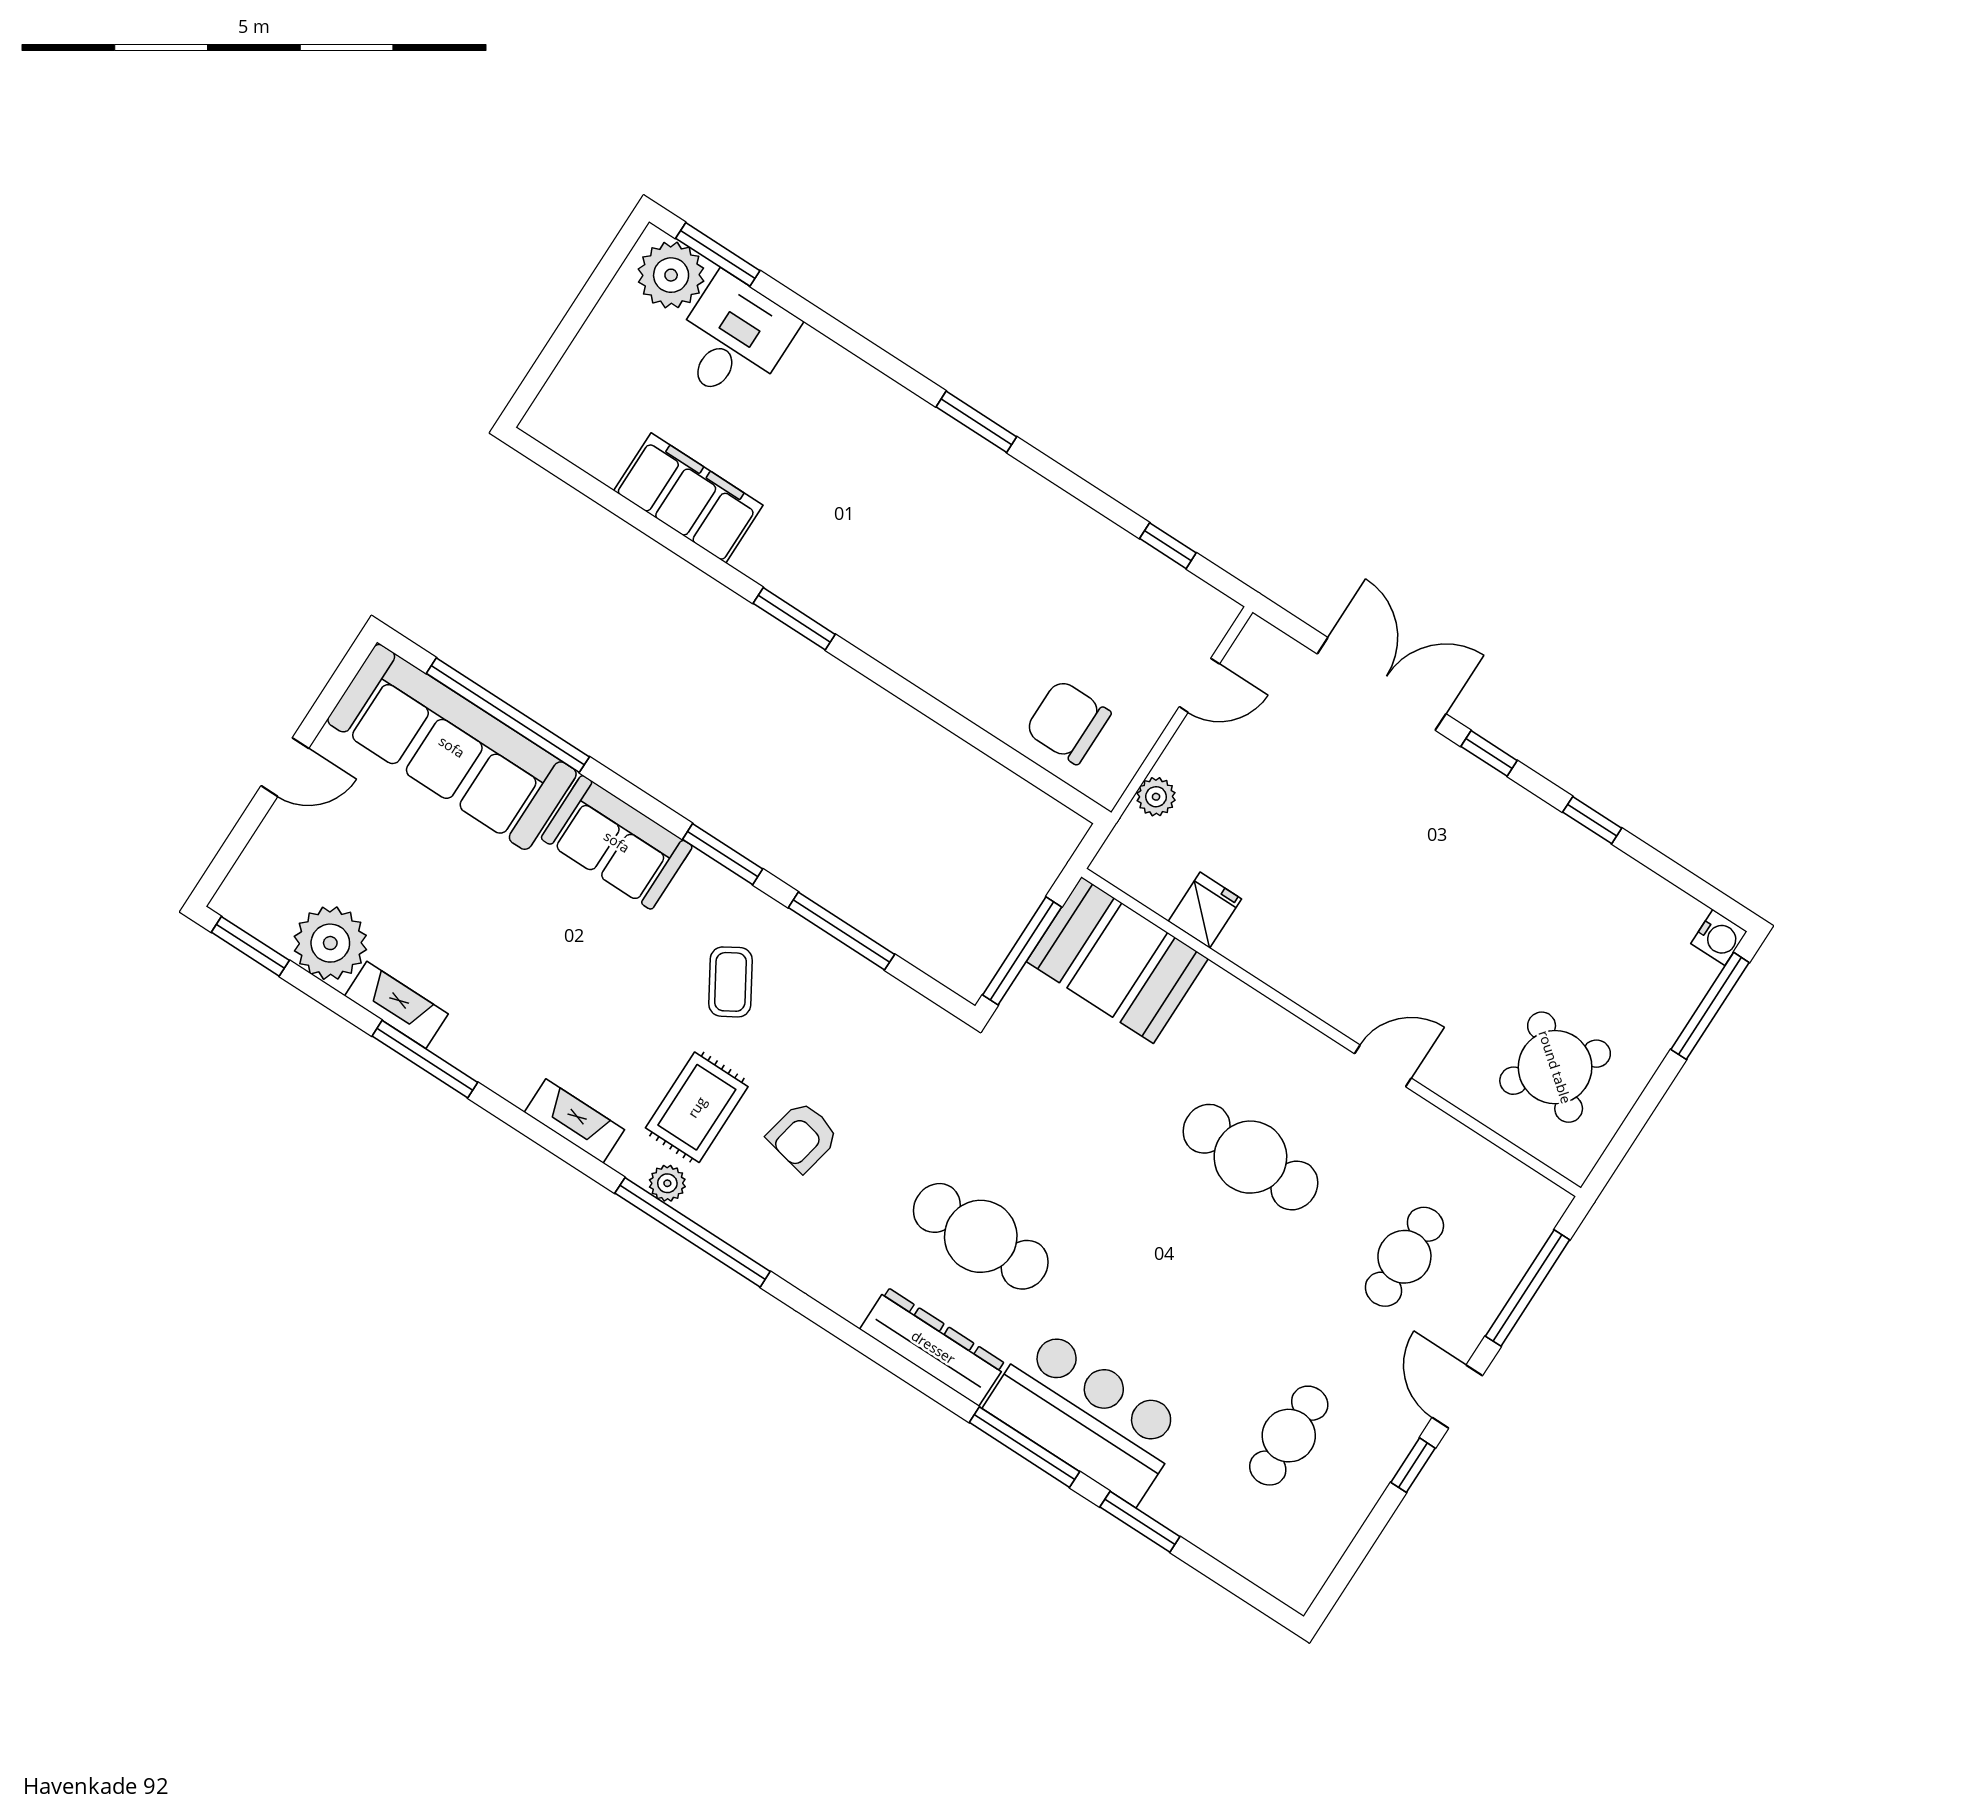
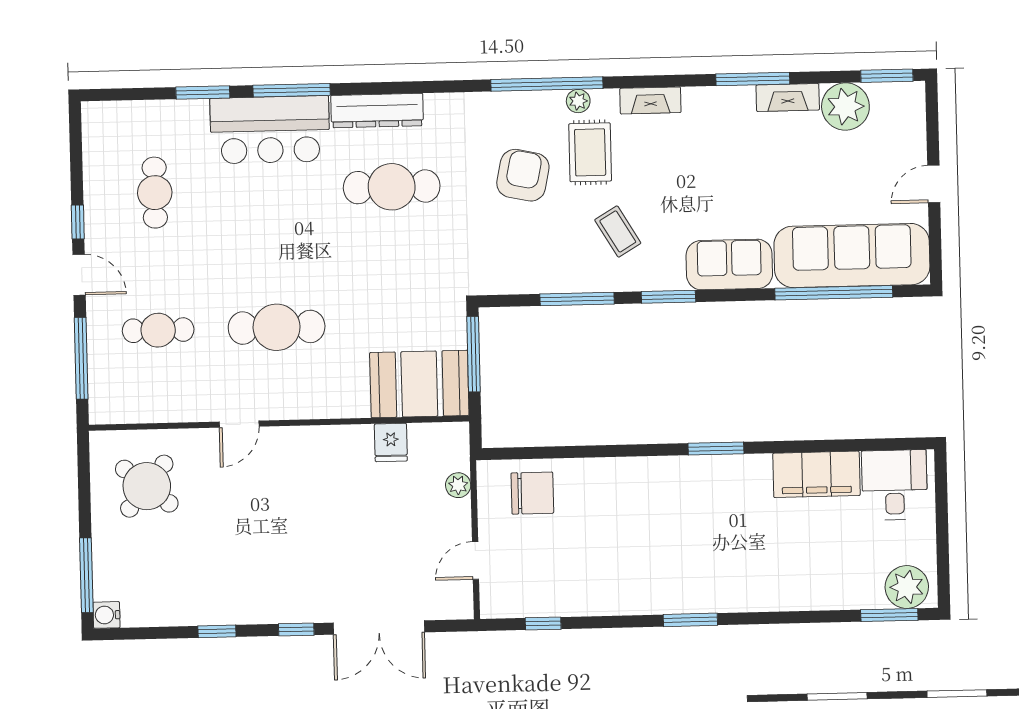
desk: (733, 339) -> (894, 485), moved, turned 180
armchair: (803, 1137) -> (523, 175), width x1.38, depth x1.38
cafe table: (1404, 1257) -> (158, 330), turned 90

